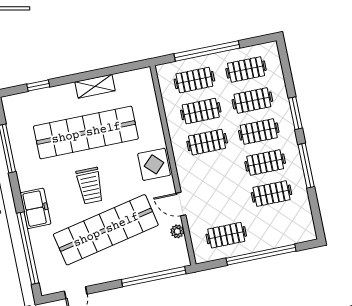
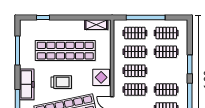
shelving: (95, 86) -> (96, 25), moved
clothes rail: (259, 132) -> (135, 90), moved
trolley: (90, 186) -> (61, 82), turned -90
freezer: (35, 208) -> (27, 84), width x1.40

